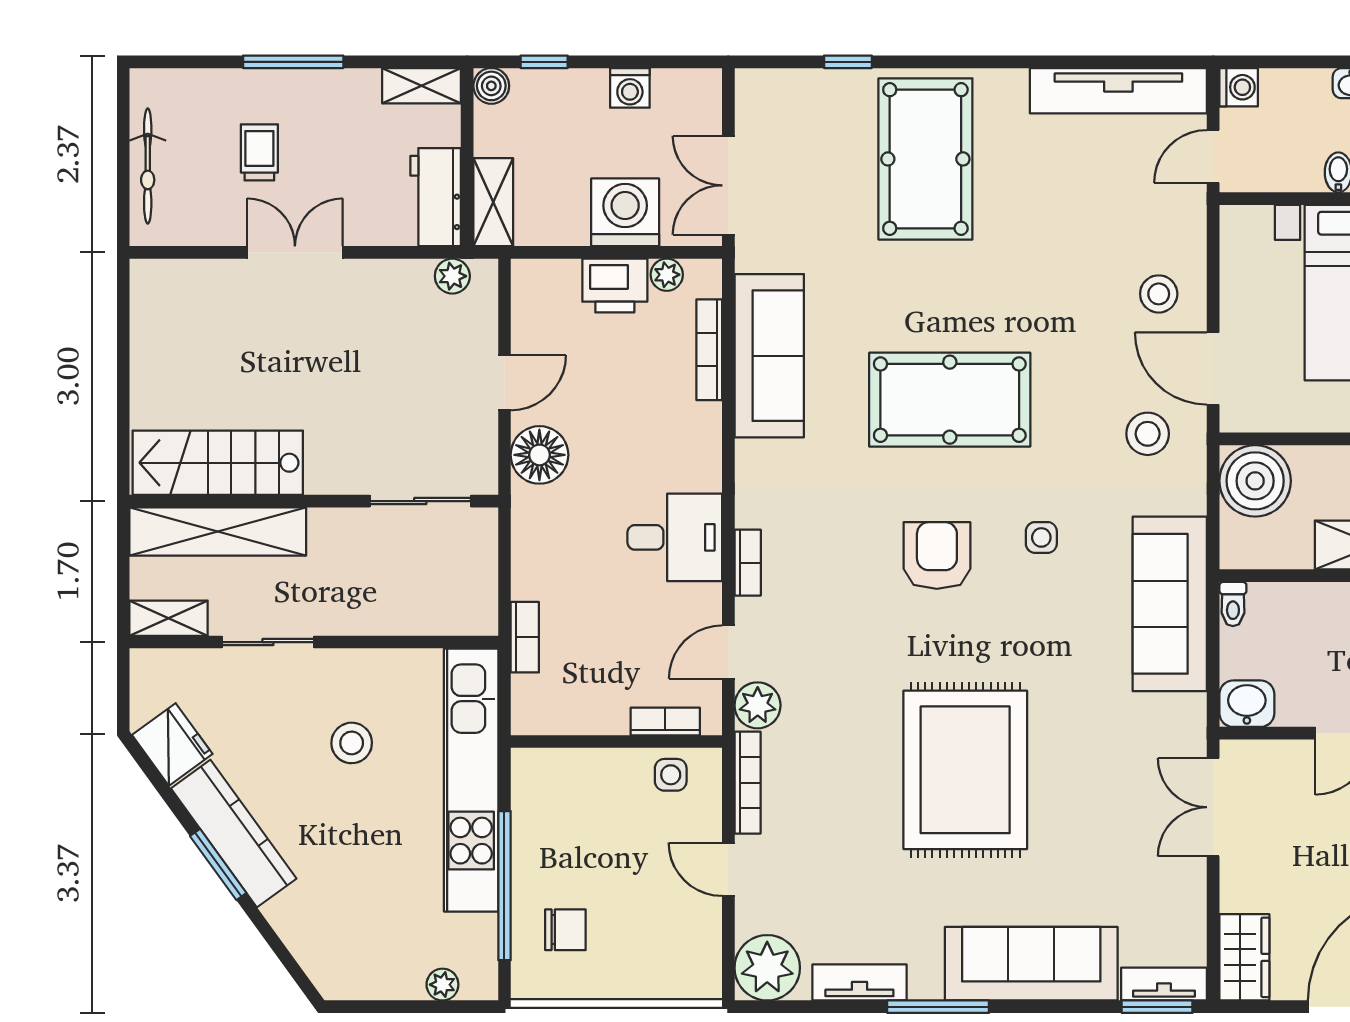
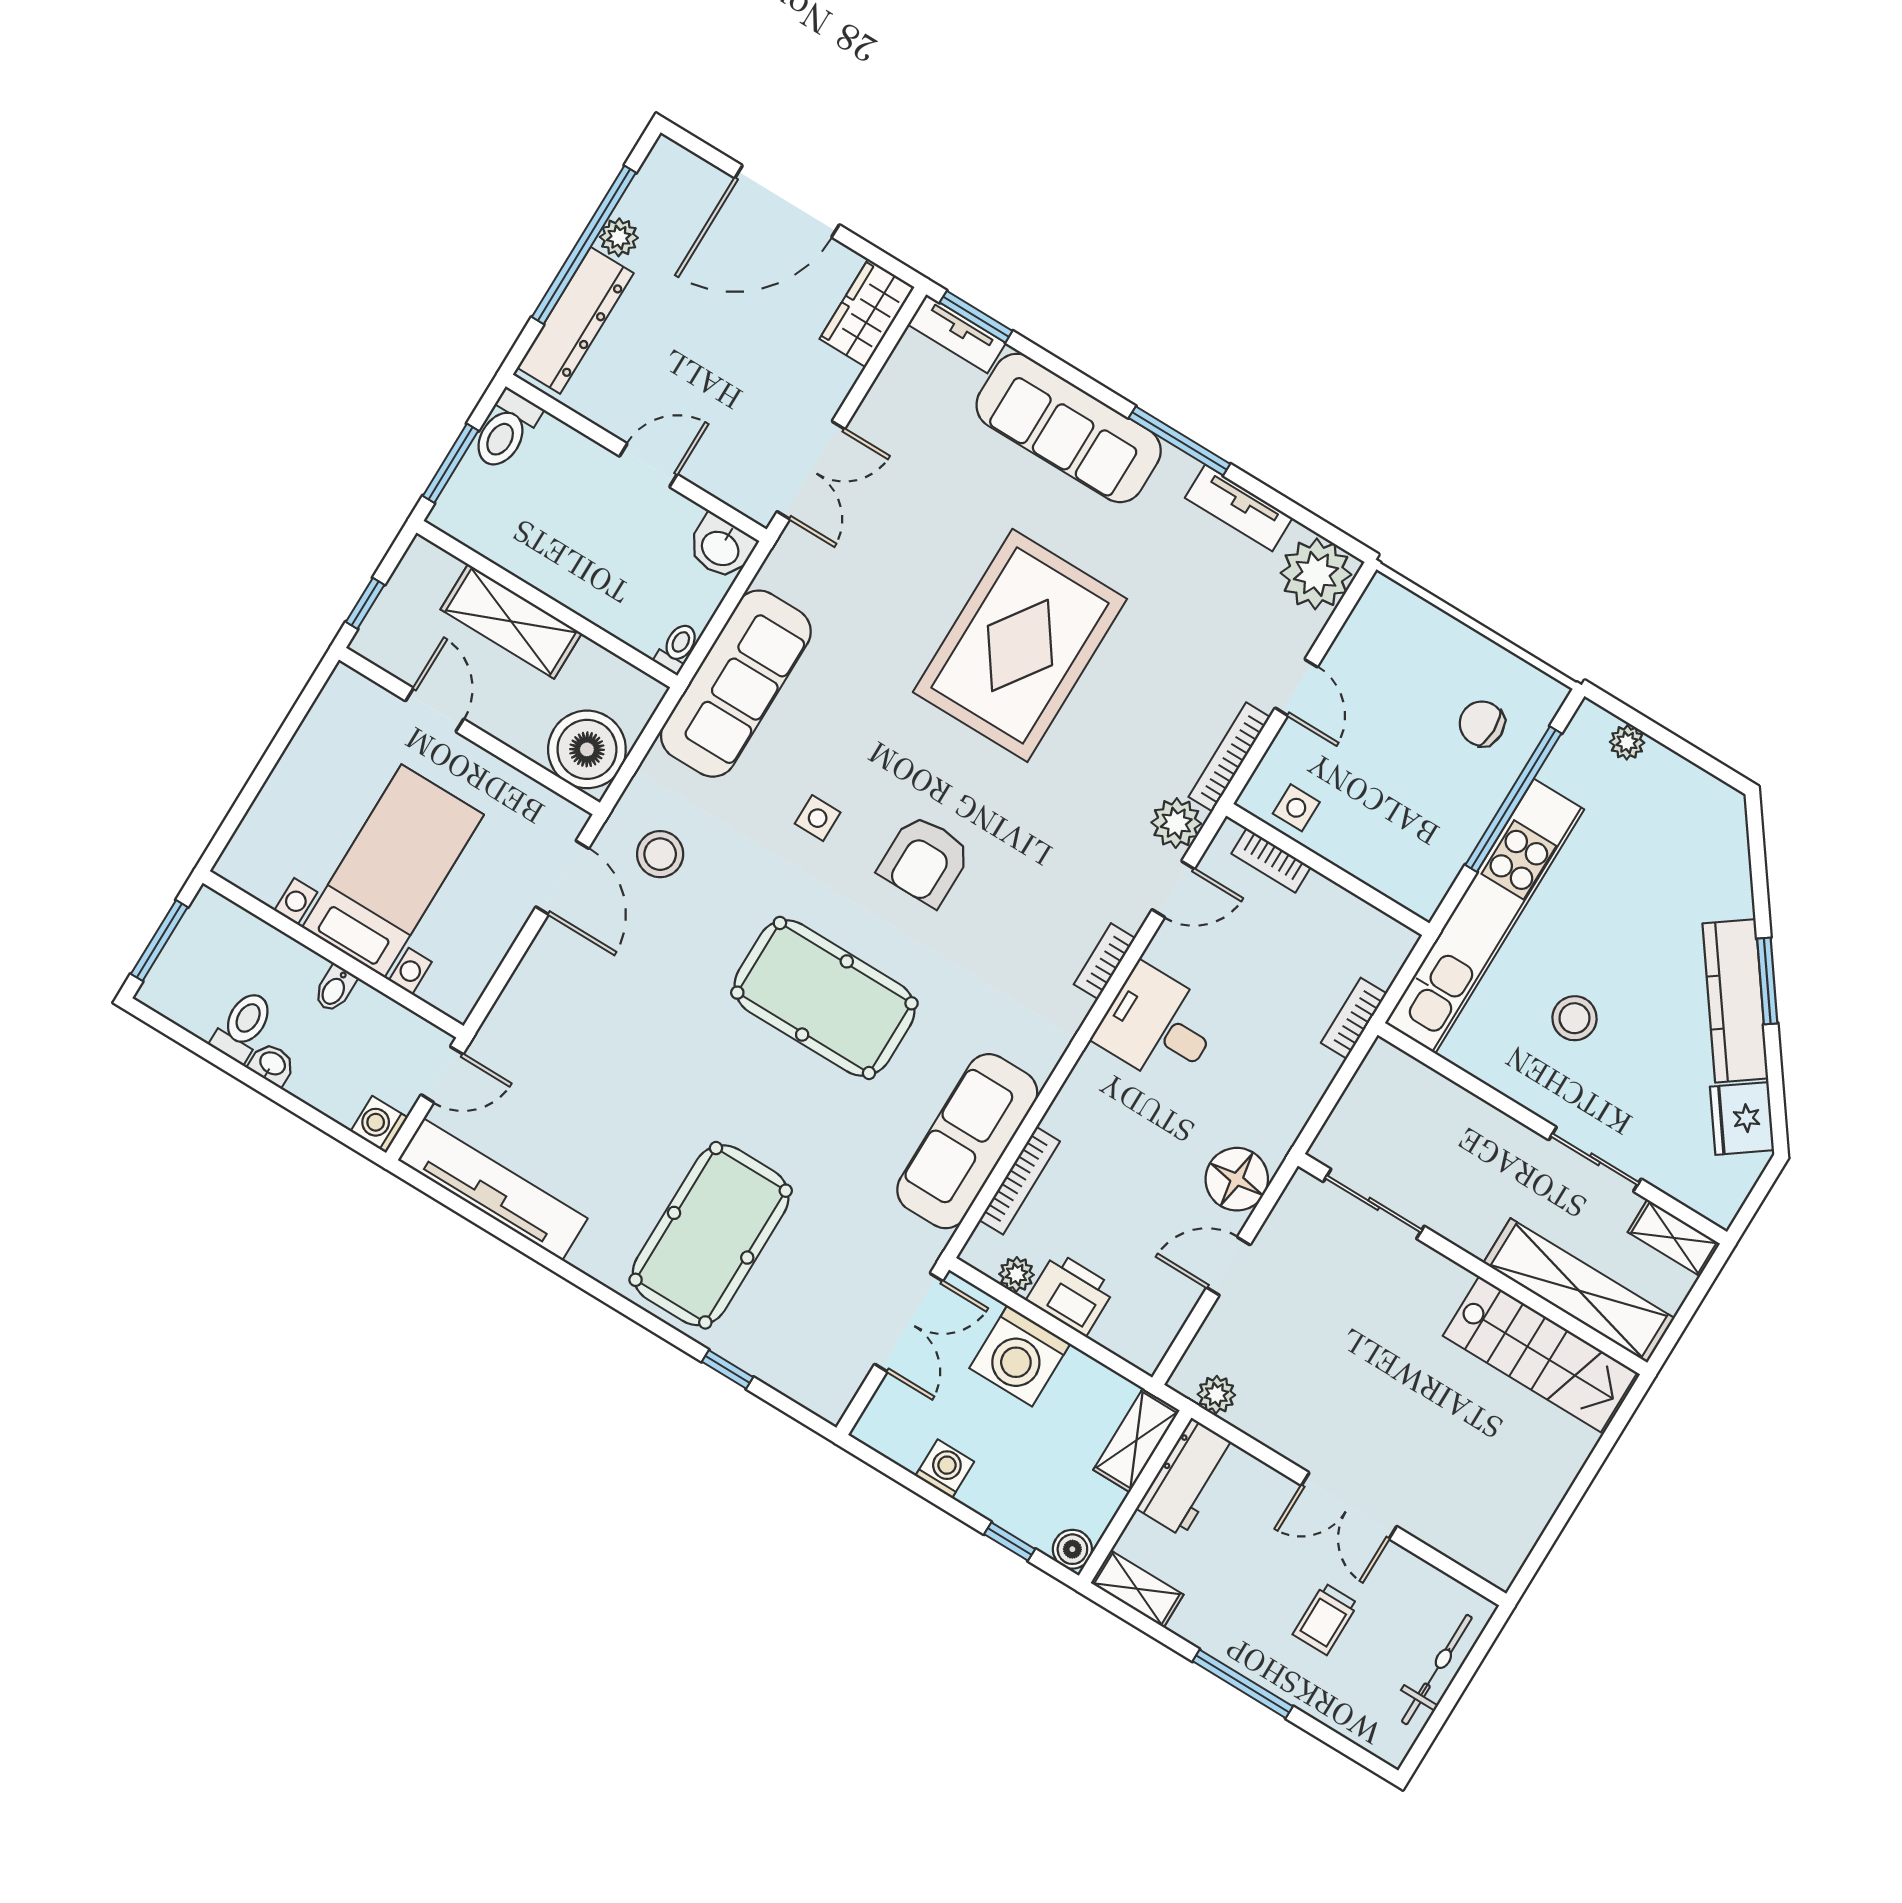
stool: (1159, 294) -> (571, 978), removed

